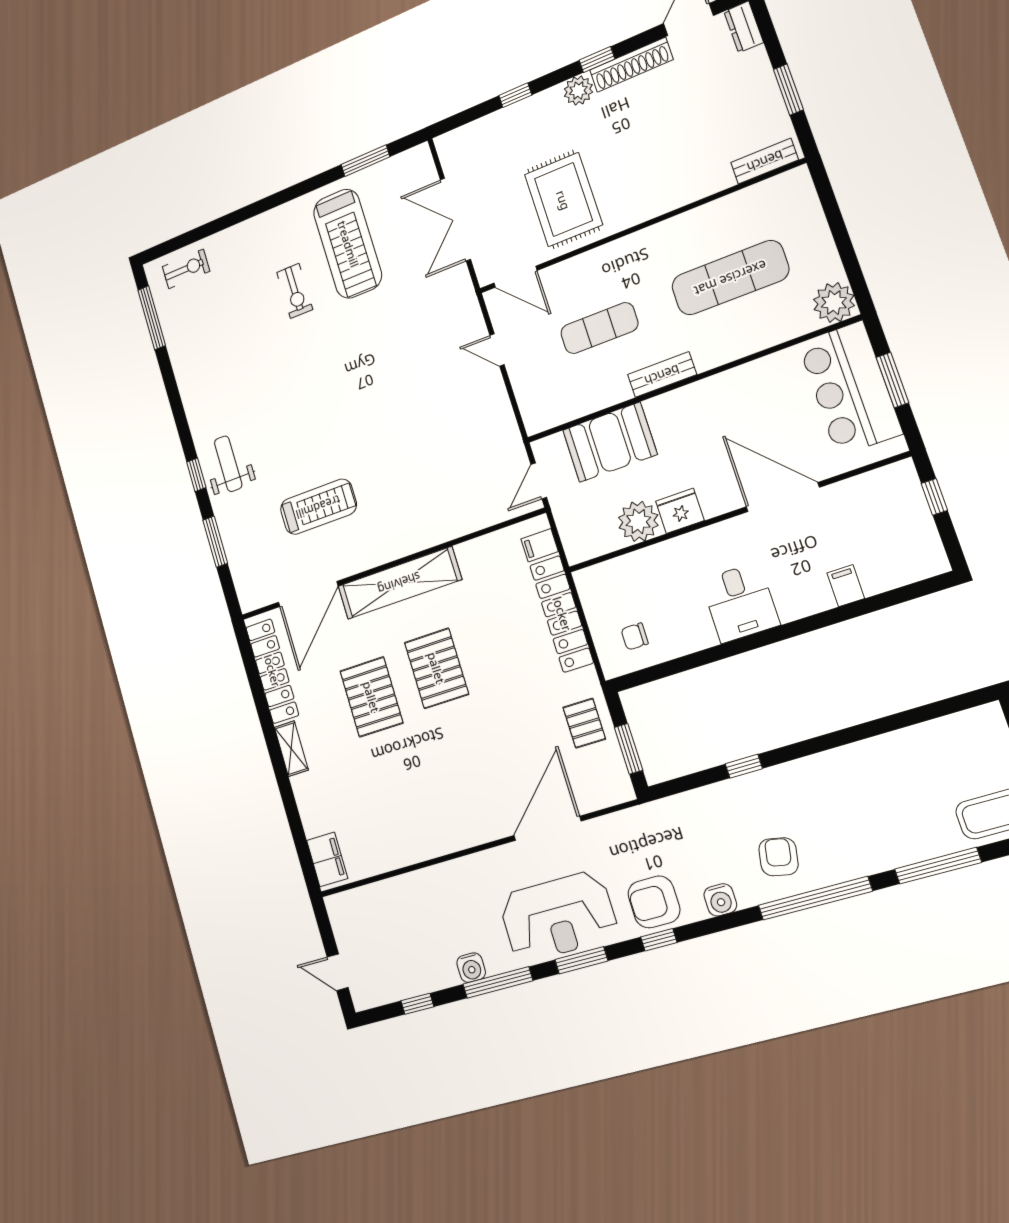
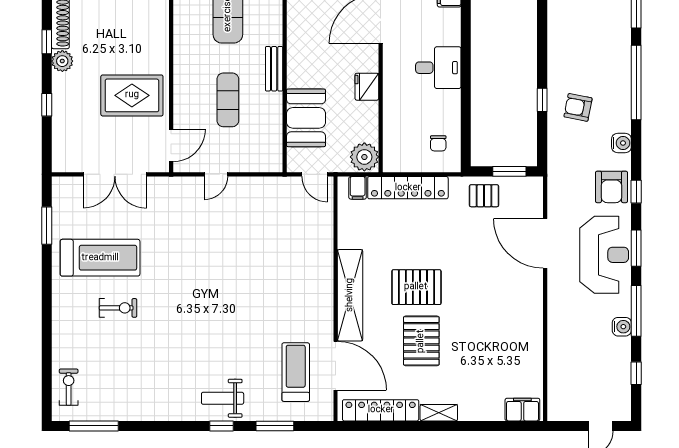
treadmill: (318, 507) -> (296, 372), moved
plant: (638, 521) -> (364, 157), moved
pallet: (371, 697) -> (421, 341), turned 90
armchair: (779, 857) -> (578, 107), moved

